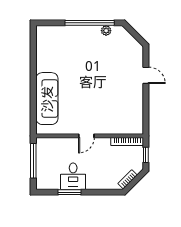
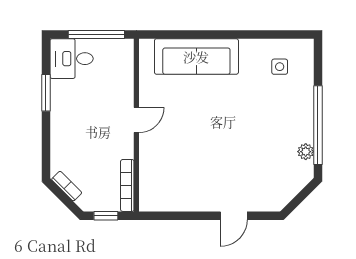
side table: (53, 47) -> (280, 67), added
door: (86, 136) -> (136, 120), swing flipped
desk: (73, 176) -> (72, 59), moved

